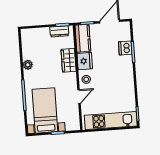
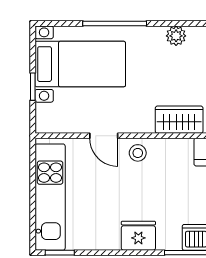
fridge: (85, 61) -> (138, 236), moved, turned 180

